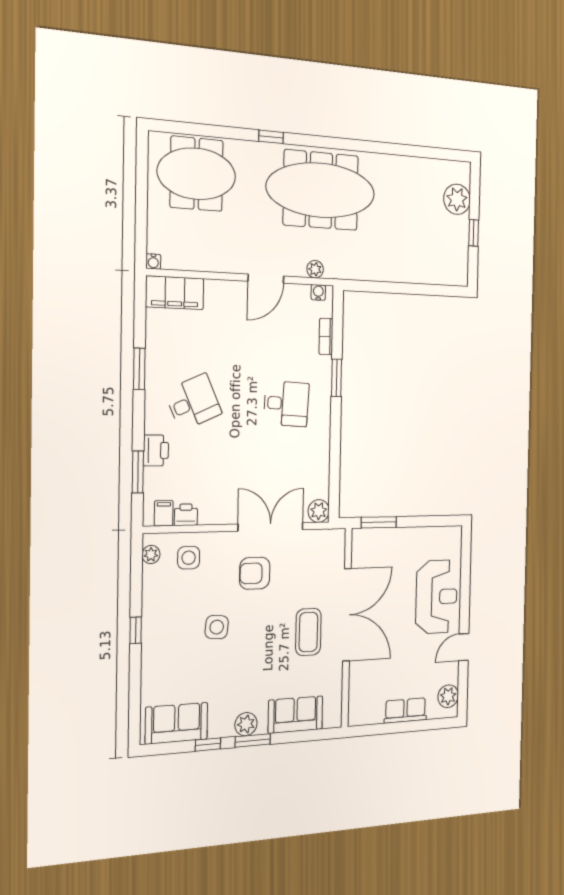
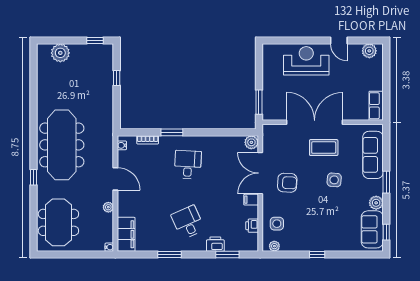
window: (474, 233) -> (95, 40), moved
plant: (315, 269) -> (108, 207), moved
window: (419, 289) -> (117, 78), added
filing cabinet: (164, 513) -> (251, 200), moved
armchair: (255, 573) -> (287, 183), turned -87
side table: (217, 627) -> (334, 180), moved
row of seats: (405, 710) -> (376, 106), moved
sofa: (296, 715) -> (373, 155), width x1.36
plant: (246, 724) -> (376, 203), moved
window: (208, 744) -> (386, 232), moved

